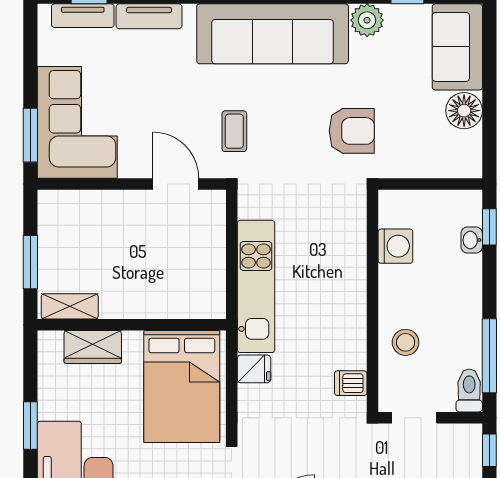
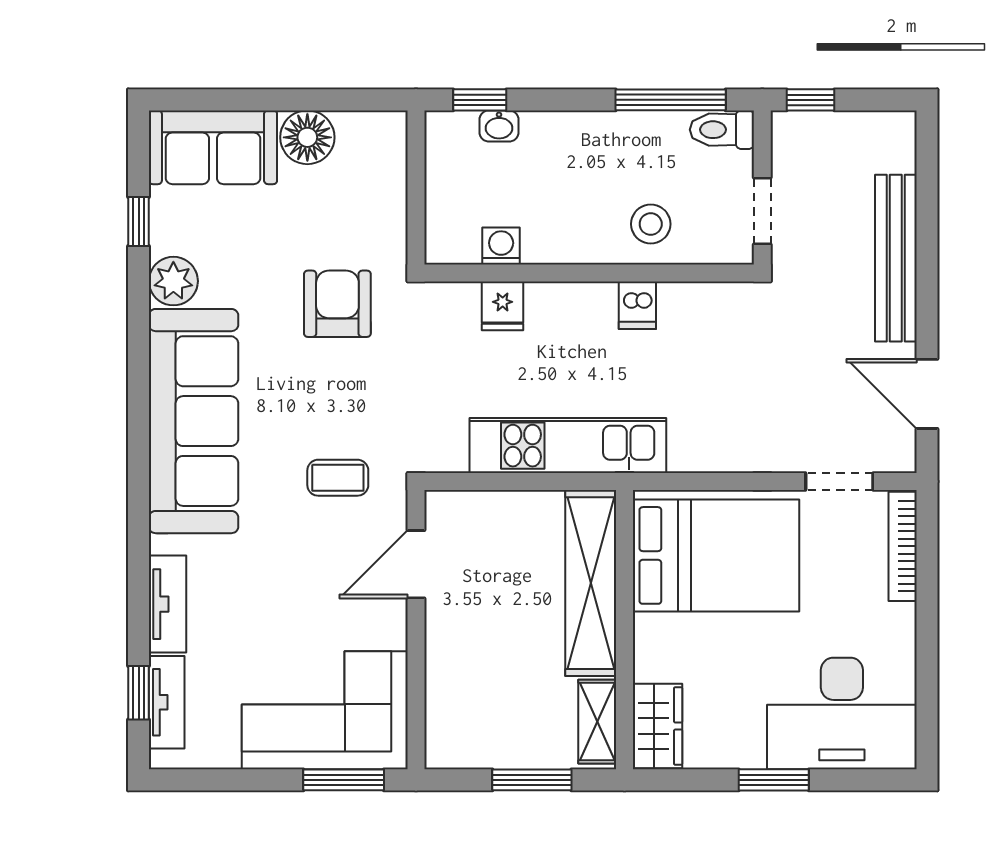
washing machine: (395, 246) -> (501, 246), width x0.73, depth x0.73
shelving: (163, 302) -> (591, 583), added
wardrobe: (93, 347) -> (657, 726), moved
fridge: (254, 369) -> (503, 306), moved, turned 180
dishwasher: (351, 383) -> (637, 305), moved

